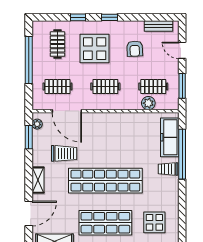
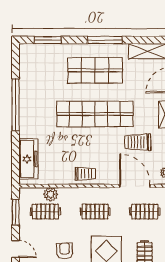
window: (182, 154) -> (16, 105), moved
trolley: (168, 169) -> (85, 174), moved
display table: (154, 222) -> (44, 71), removed

